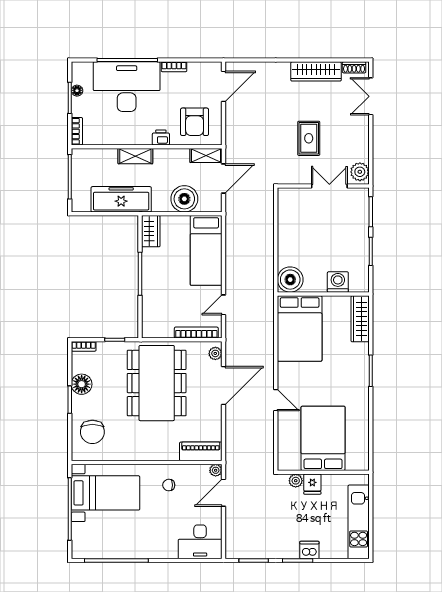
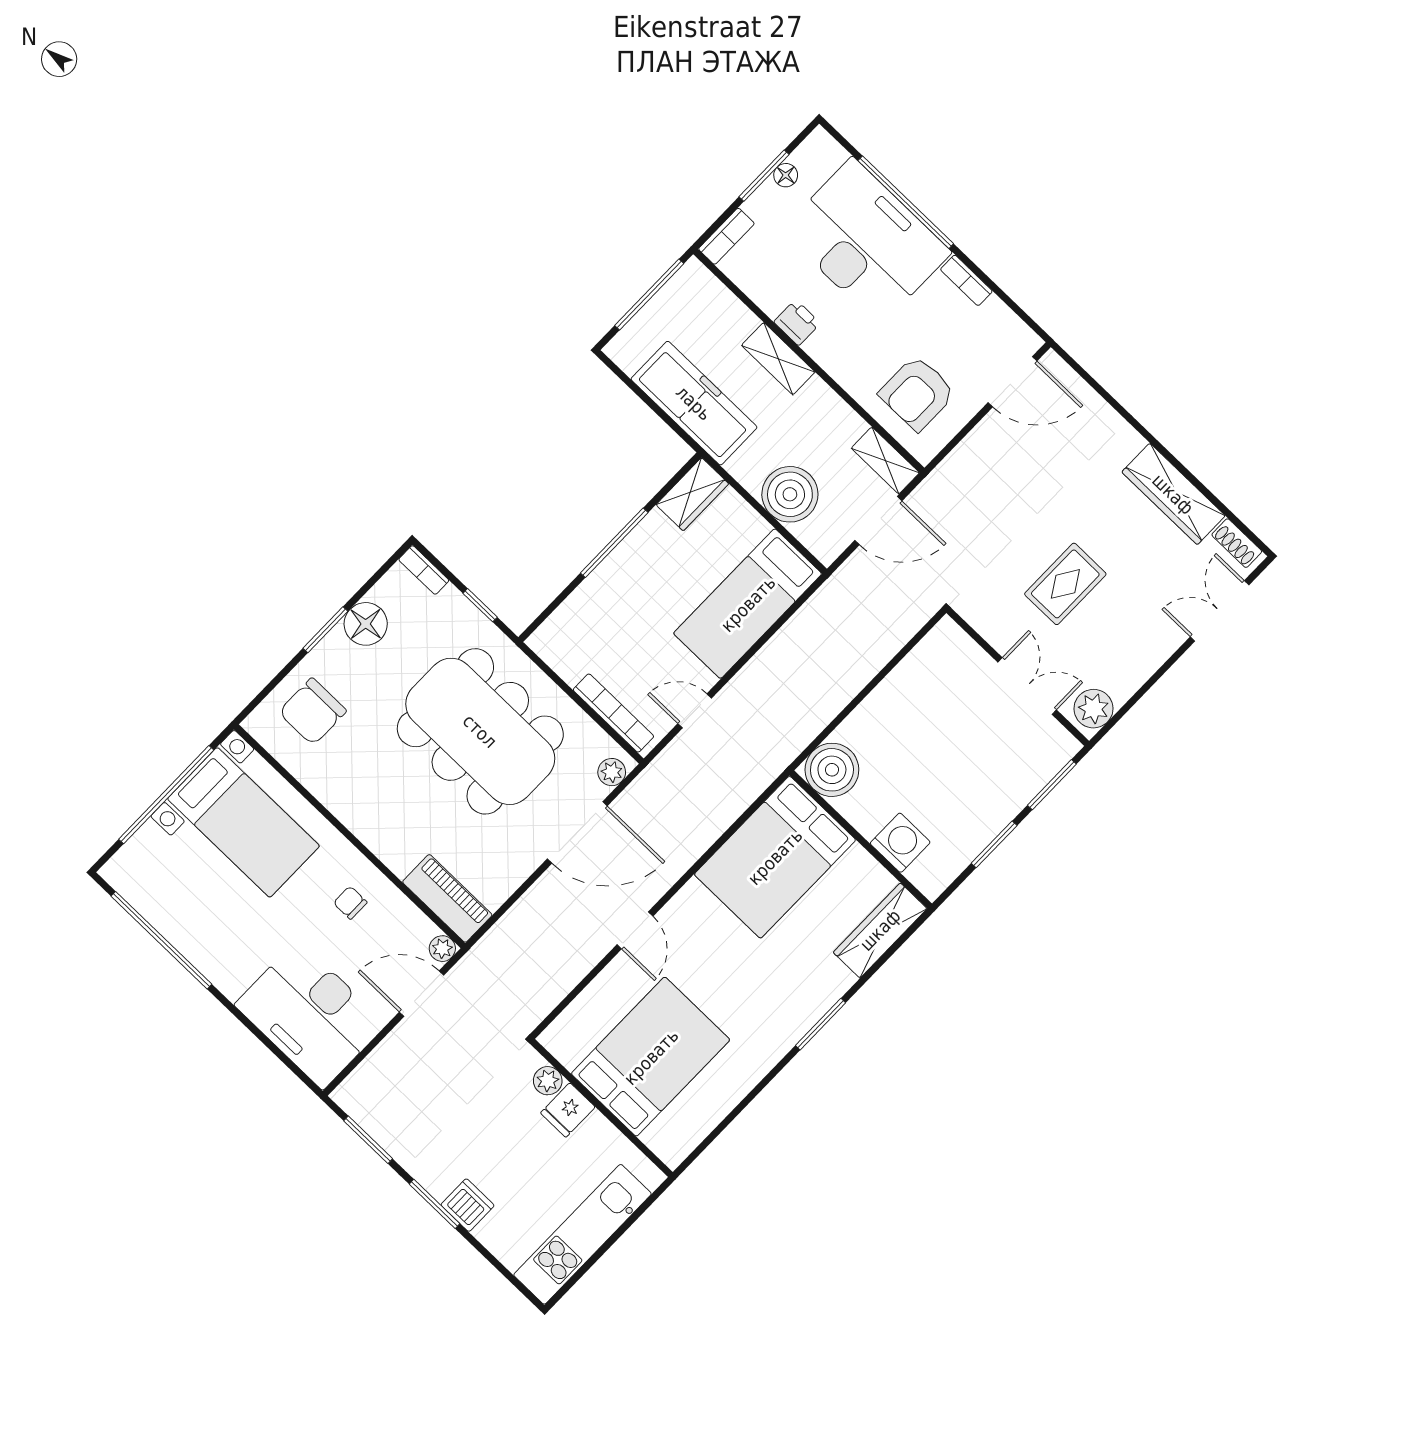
printer: (161, 137) -> (797, 323), moved
dining table: (157, 383) -> (480, 731), turned 90
desk: (200, 542) -> (310, 1014), width x1.36, depth x1.30

